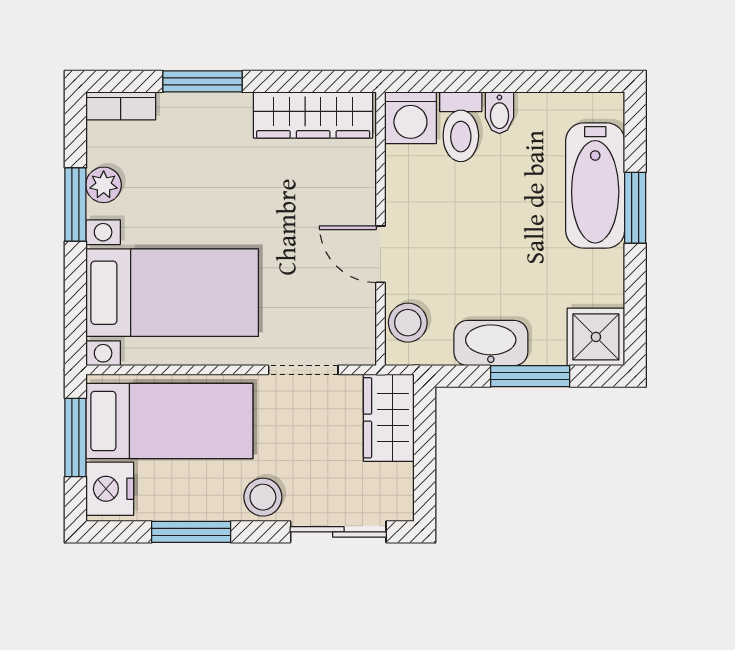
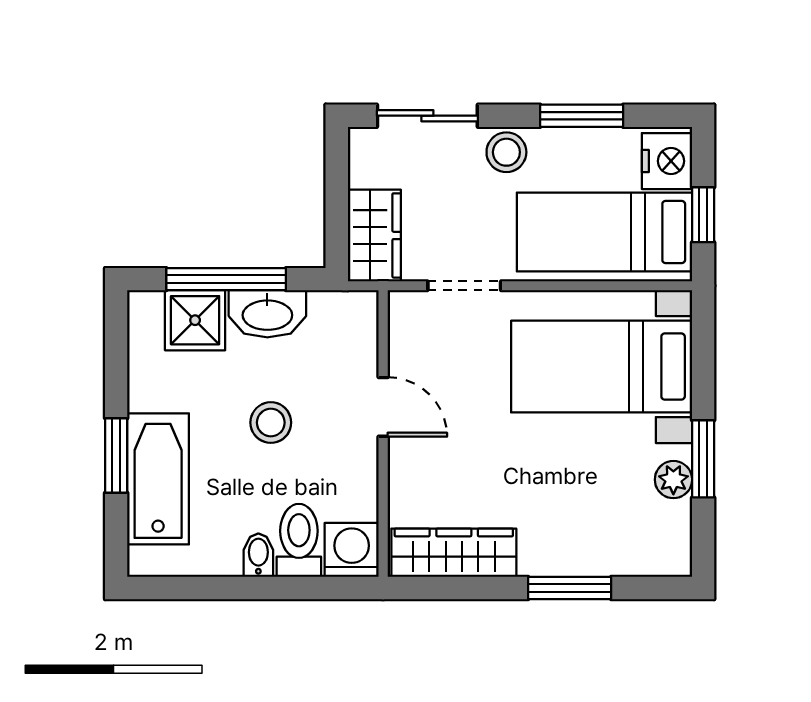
bookcase: (121, 106) -> (655, 562), removed
stool: (408, 323) -> (271, 423), moved
shower: (596, 337) -> (195, 320), moved
window: (530, 376) -> (226, 279), width x1.44
window: (75, 438) -> (703, 215), width x0.67

